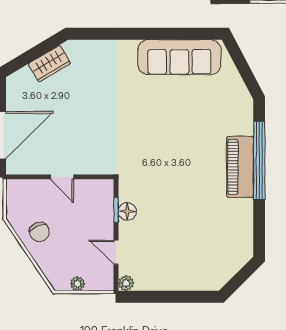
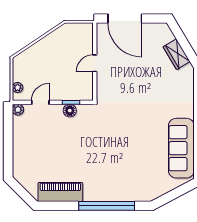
piano: (240, 167) -> (60, 192), moved
chair: (39, 232) -> (55, 47), removed
plant: (77, 284) -> (18, 88), moved

